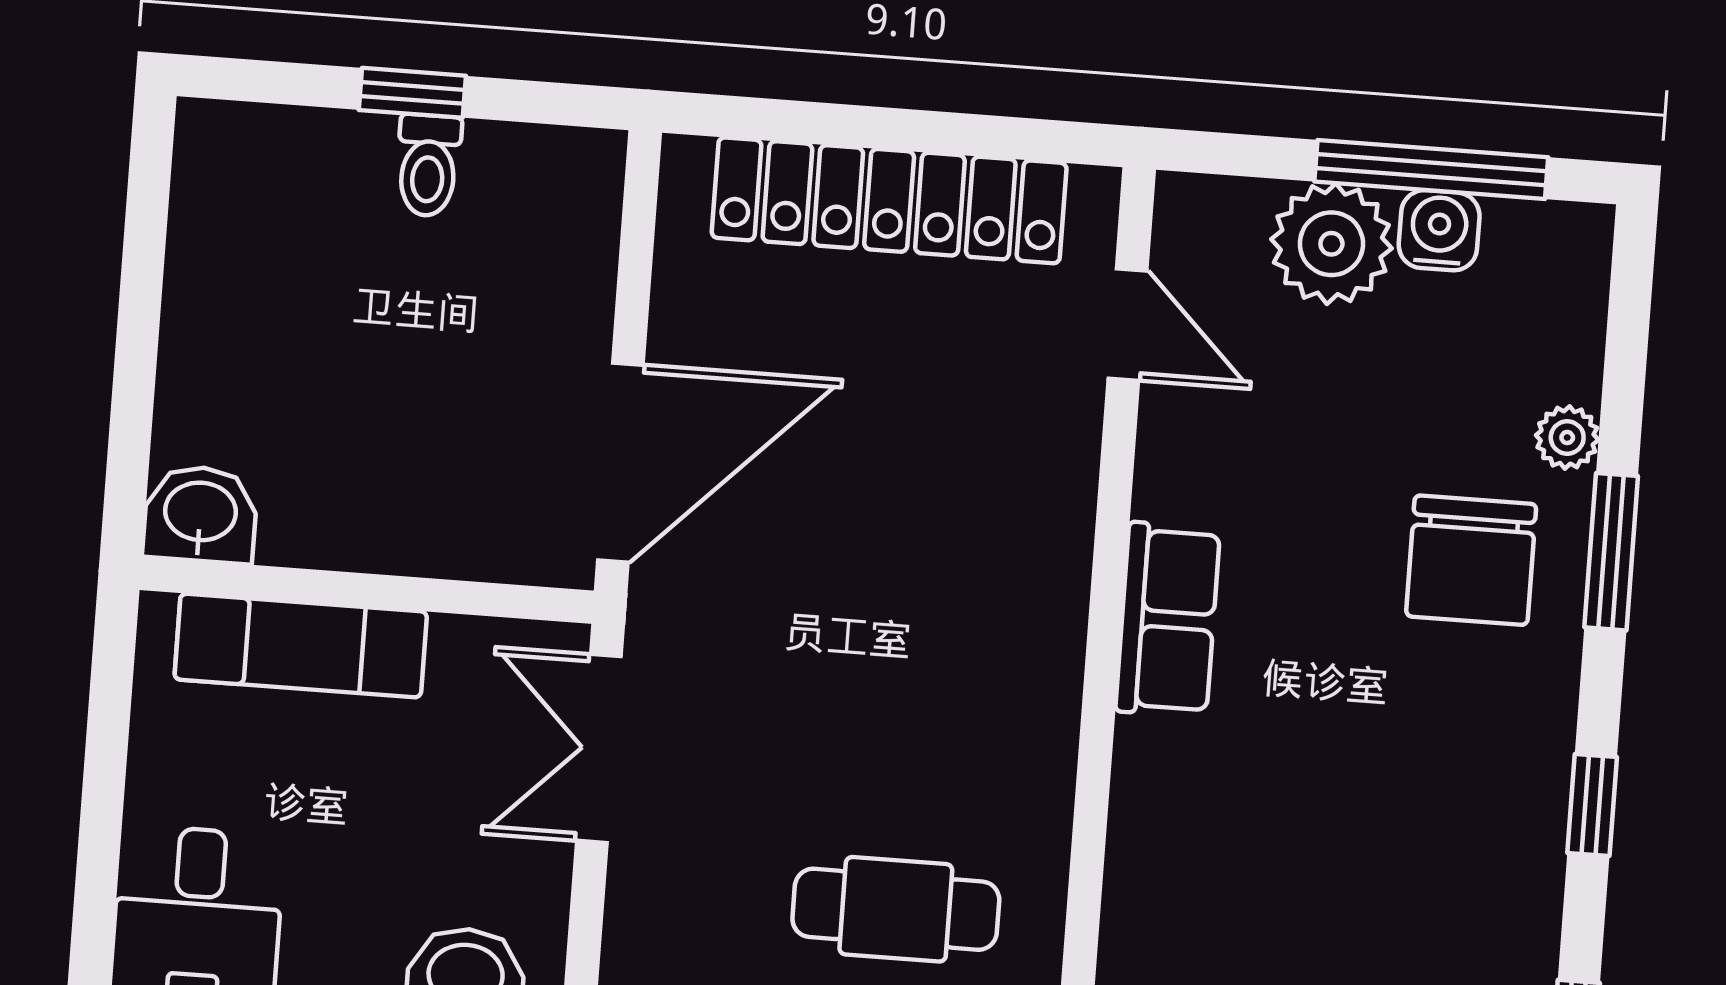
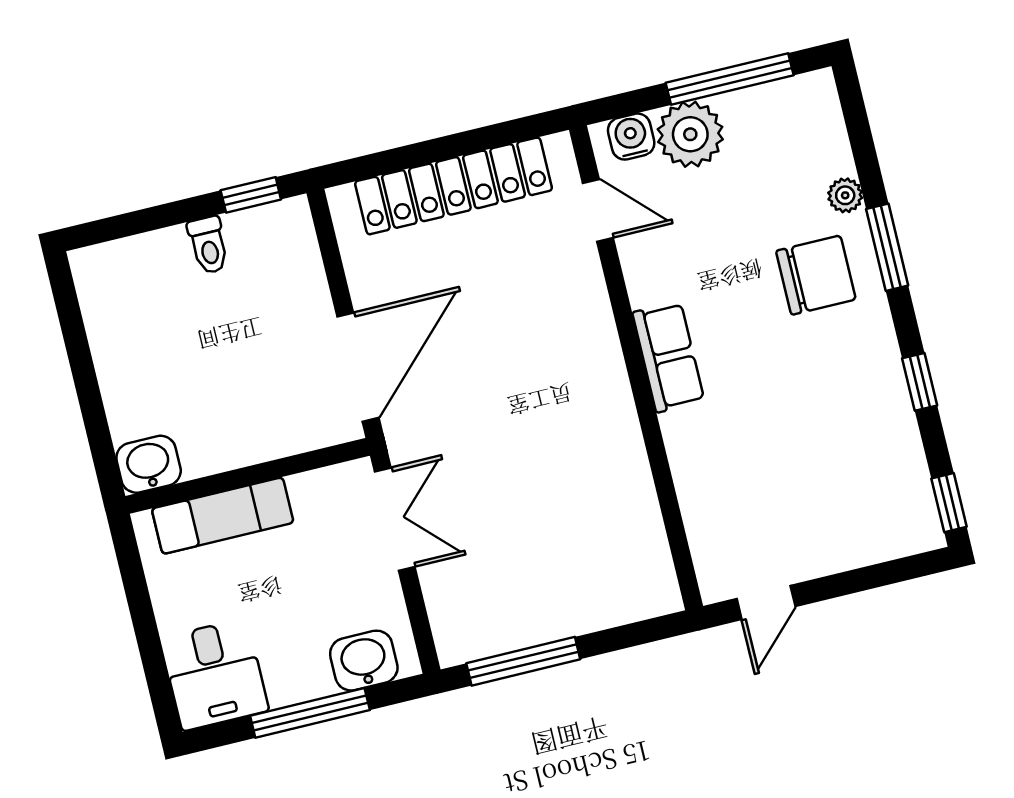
window: (412, 93) -> (251, 195), moved
water cooler: (1439, 230) -> (631, 137), moved
chair: (1471, 560) -> (816, 275), turned -90
double door: (599, 749) -> (395, 519), swing flipped
cafe table: (896, 909) -> (576, 553), removed

